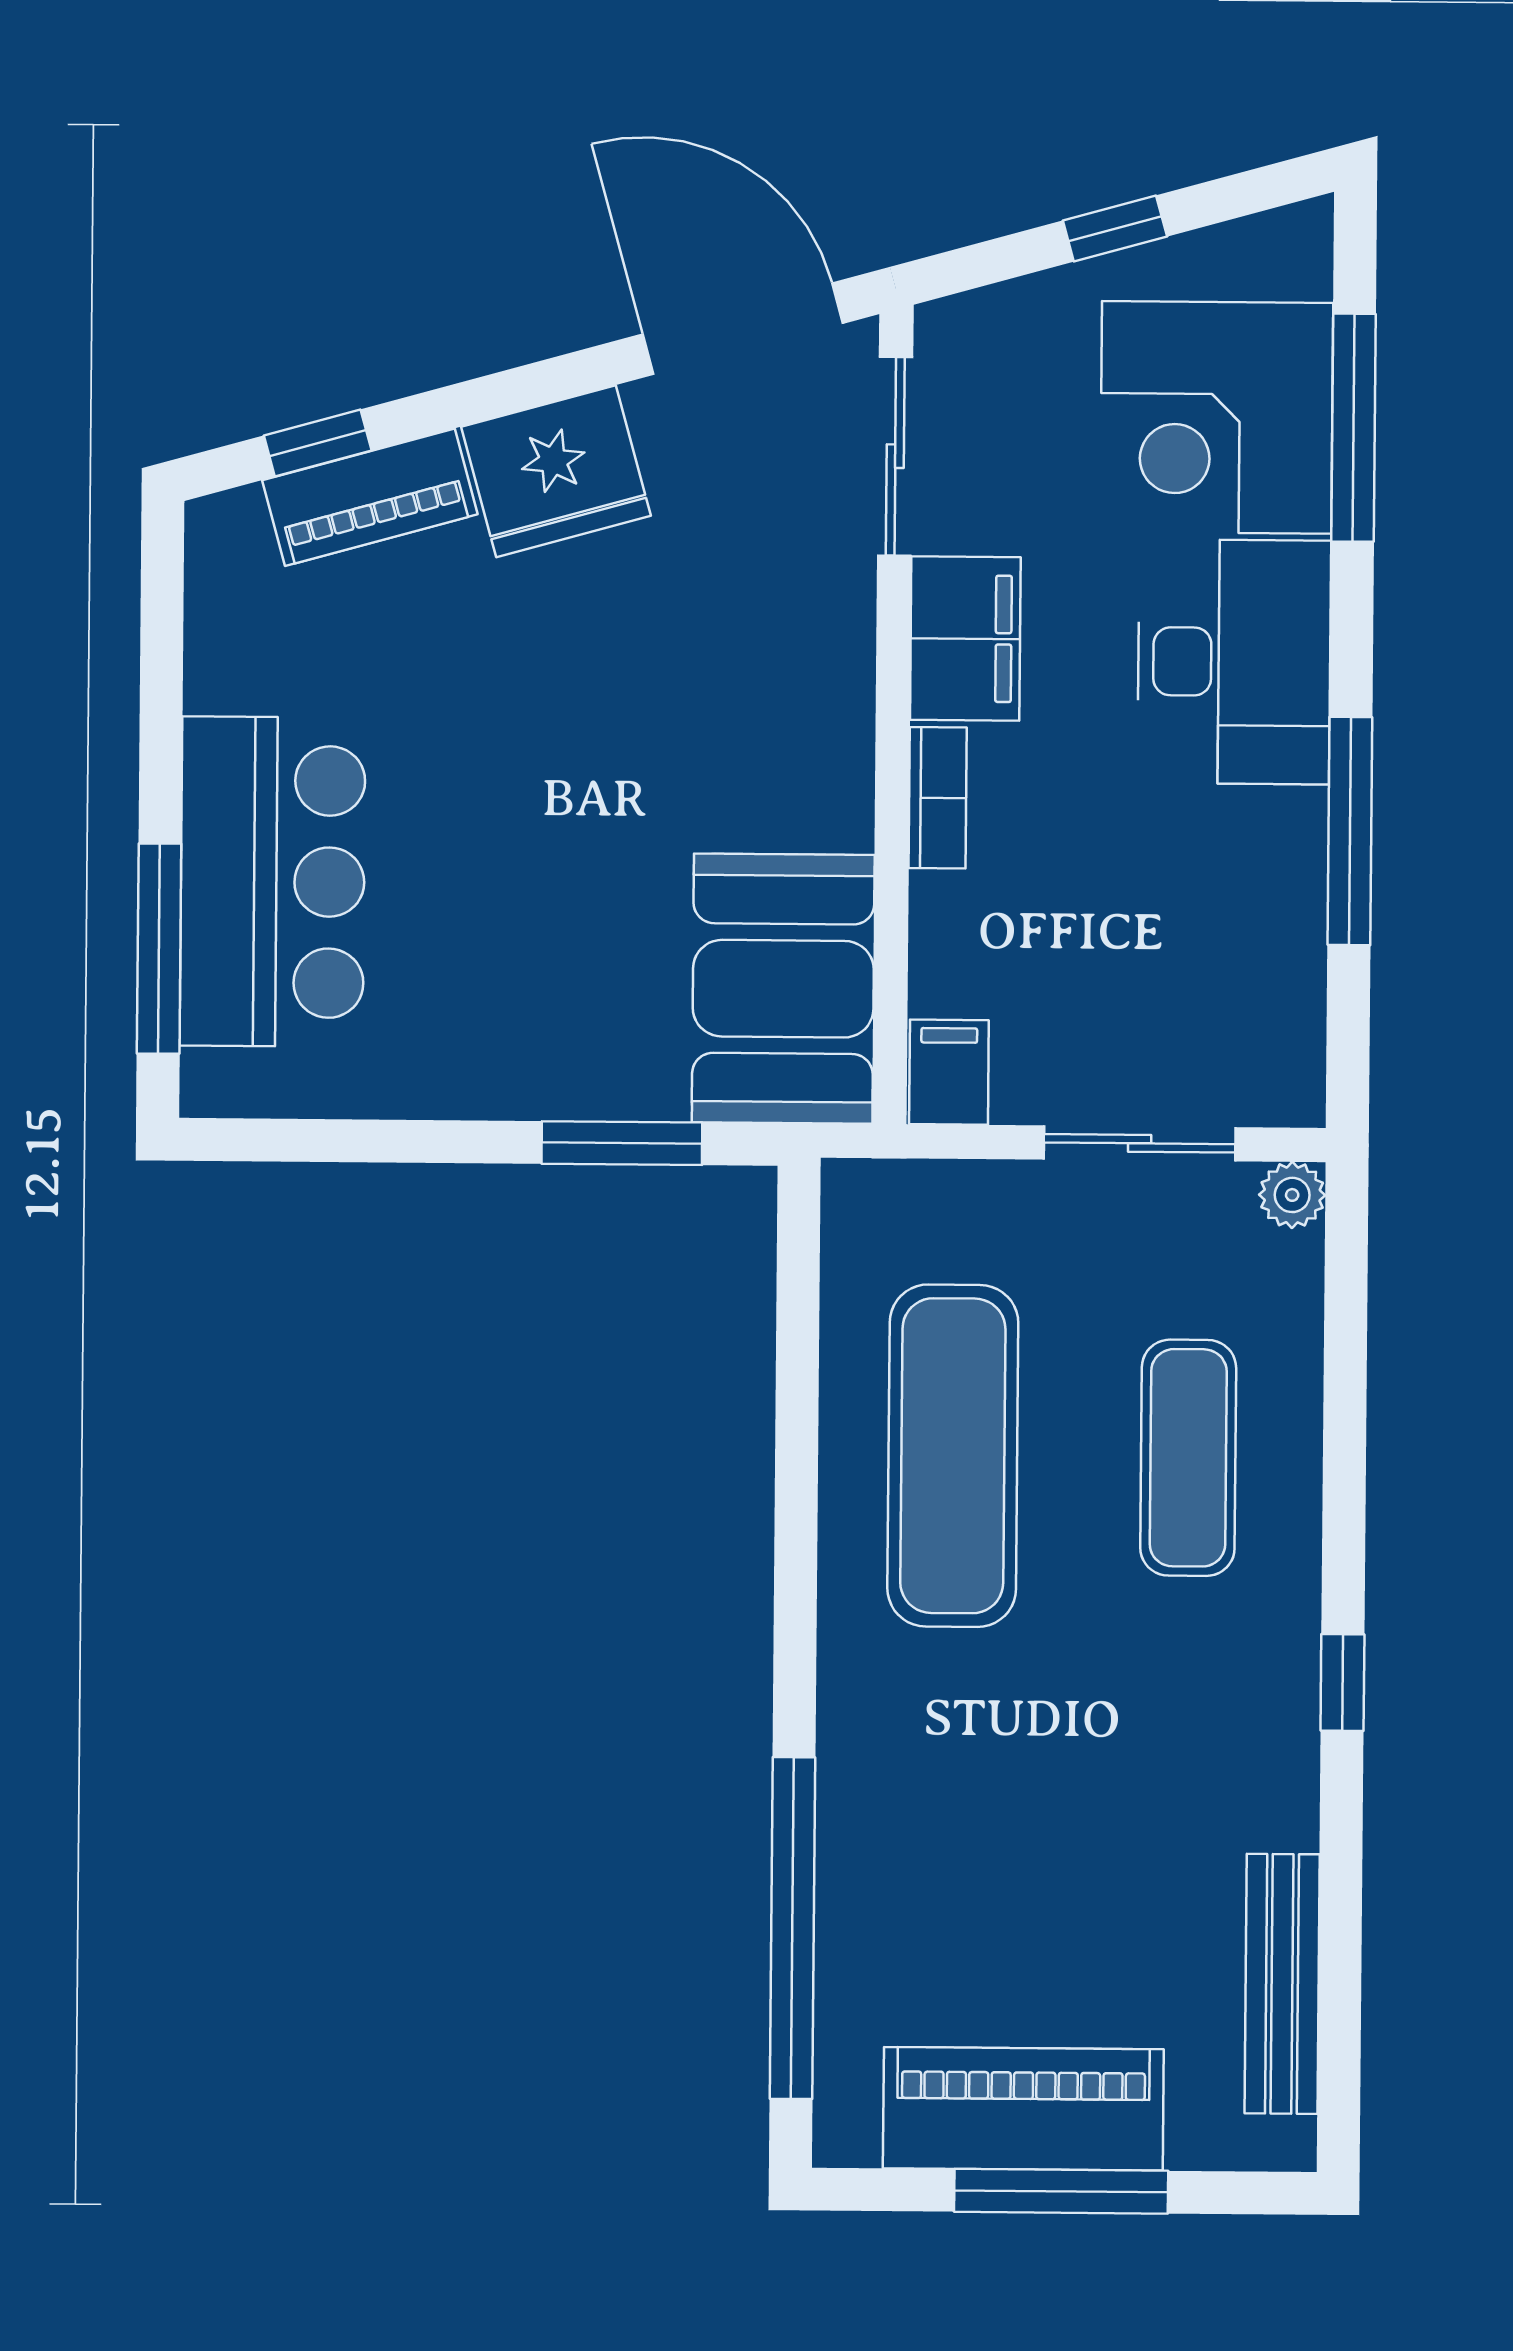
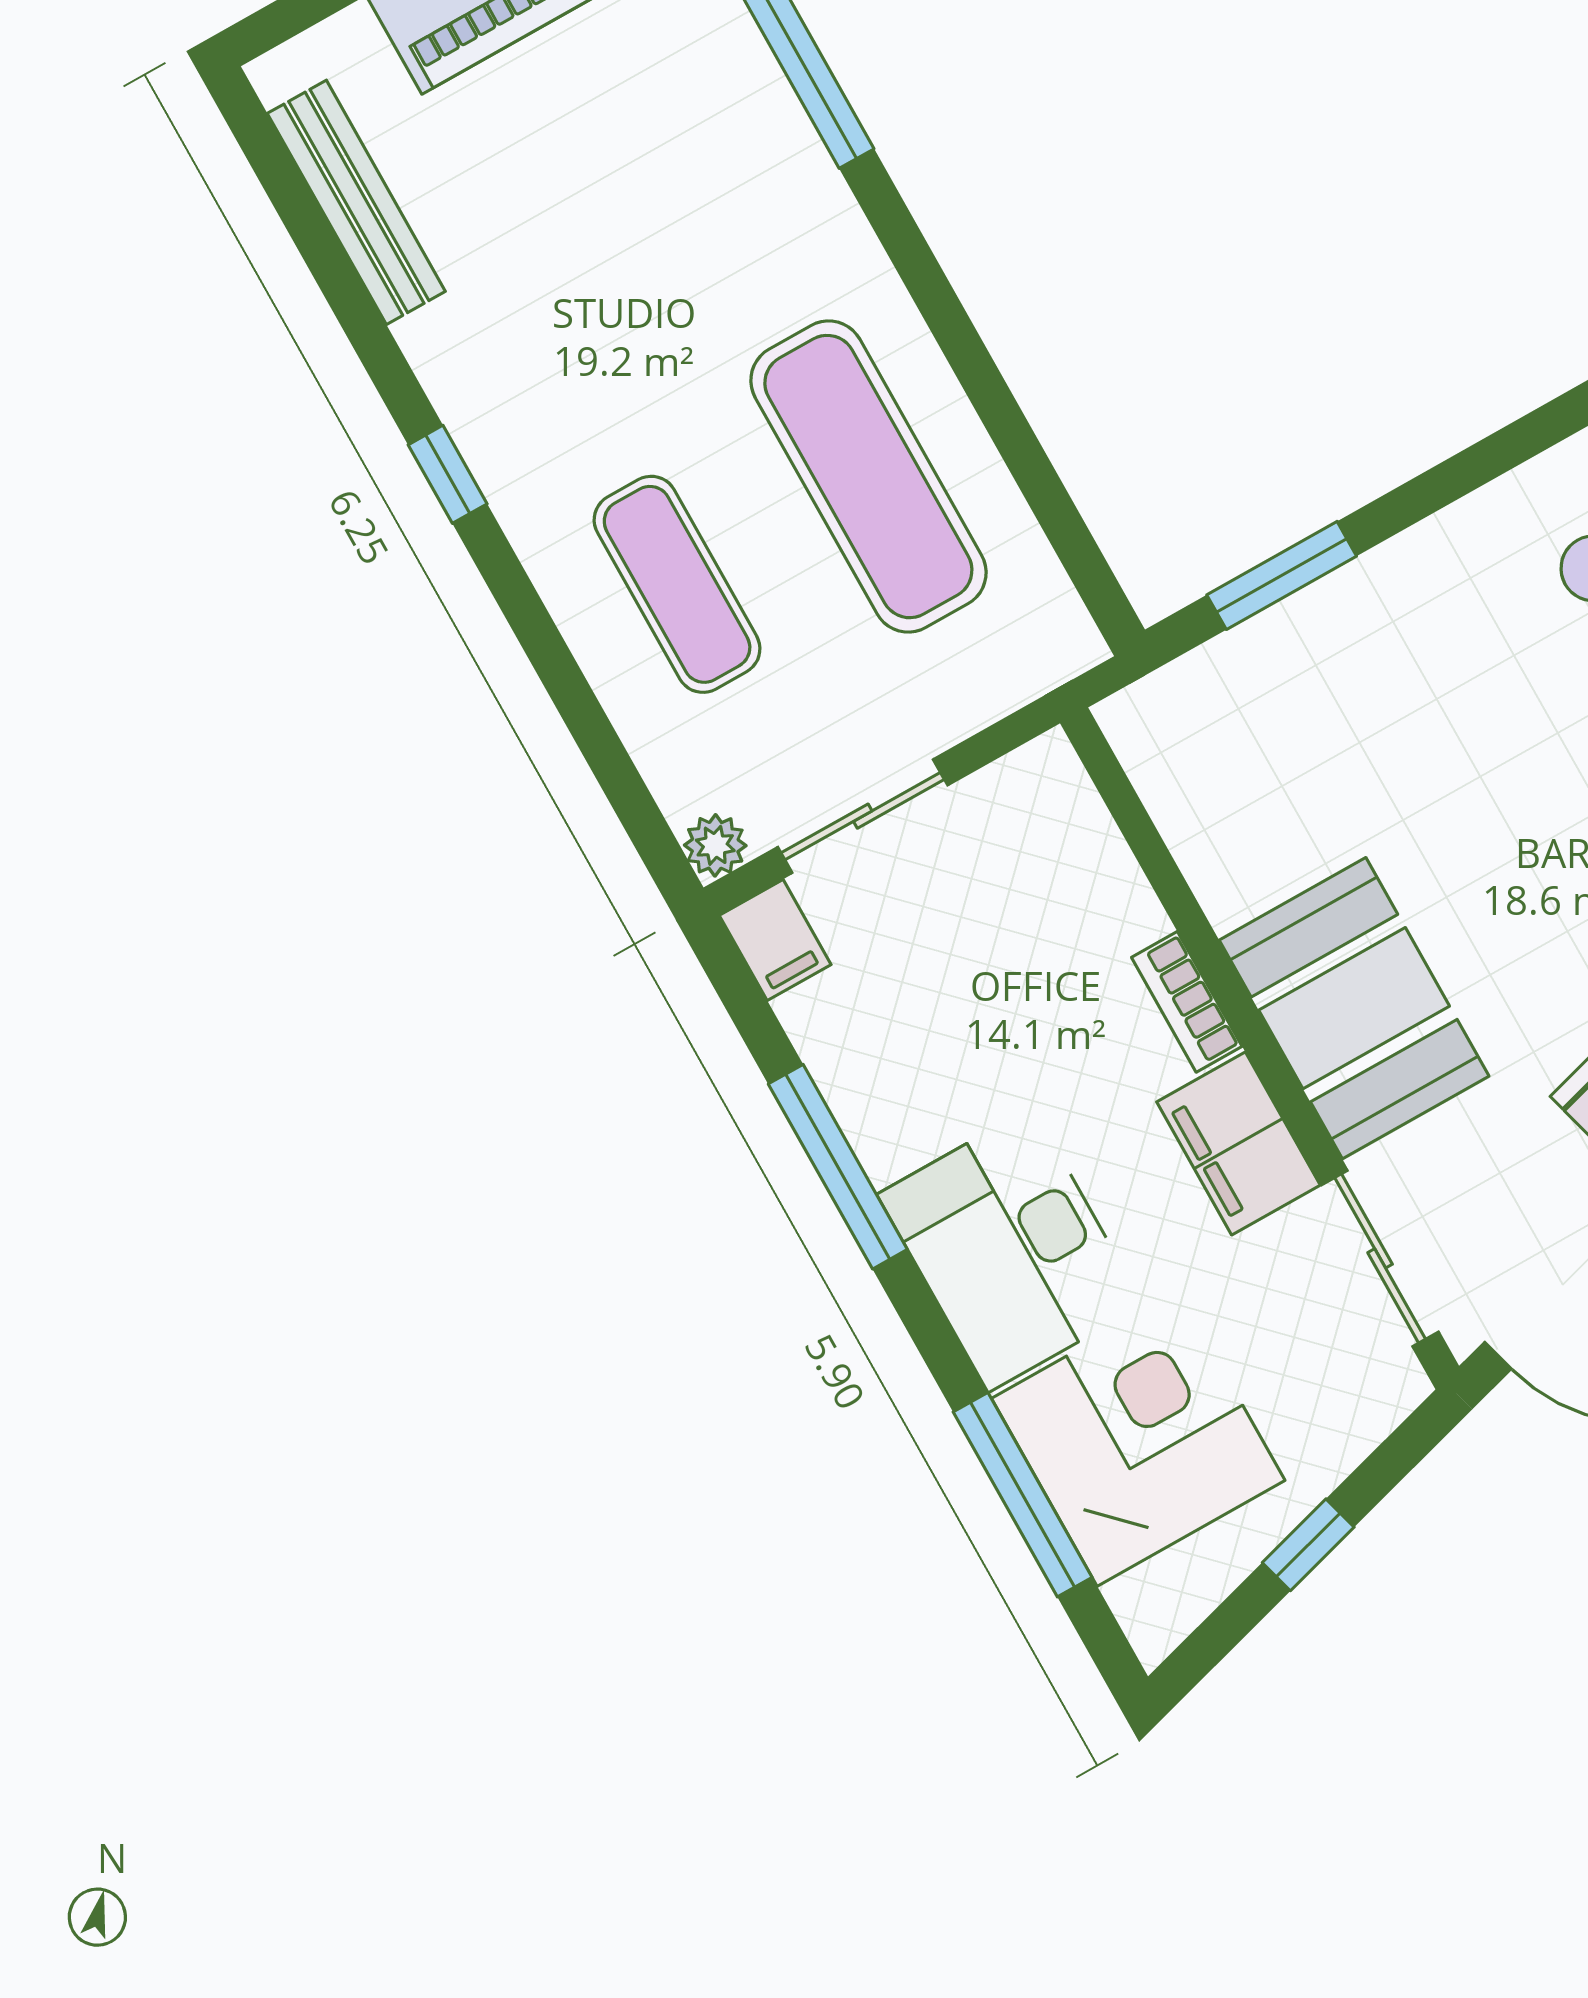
booth: (783, 989) -> (1354, 1008), moved
filing cabinet: (949, 1072) -> (775, 940), moved

